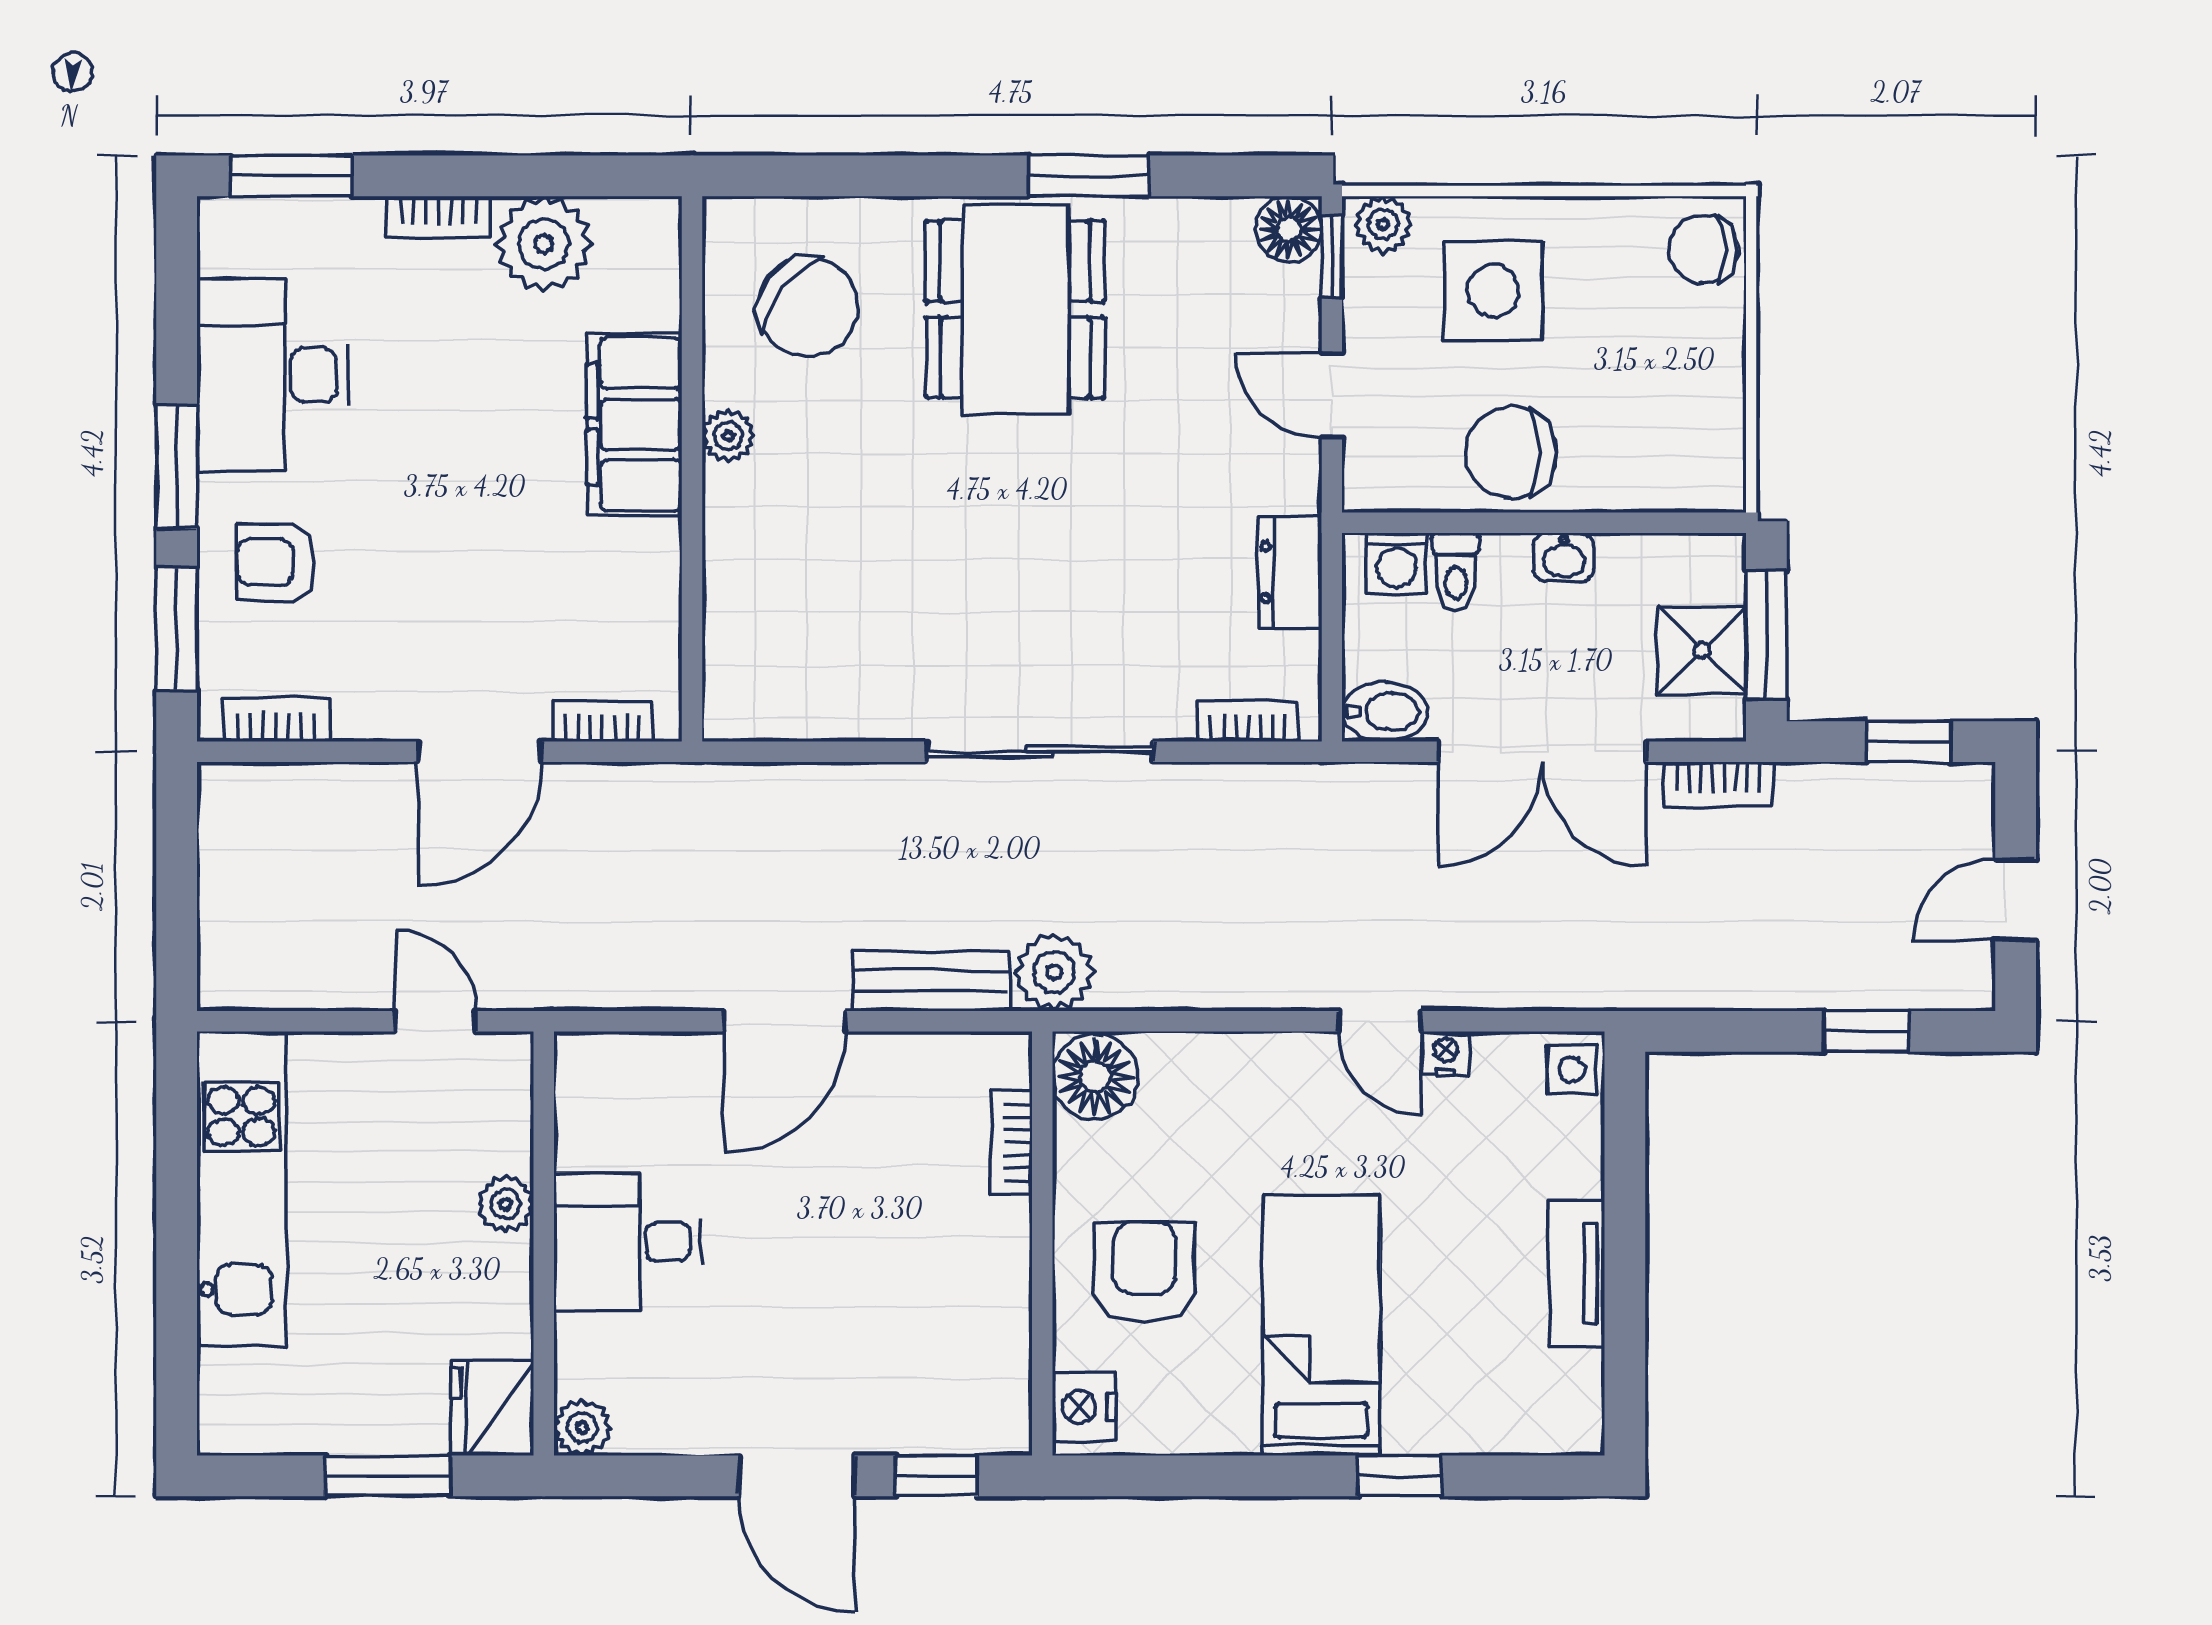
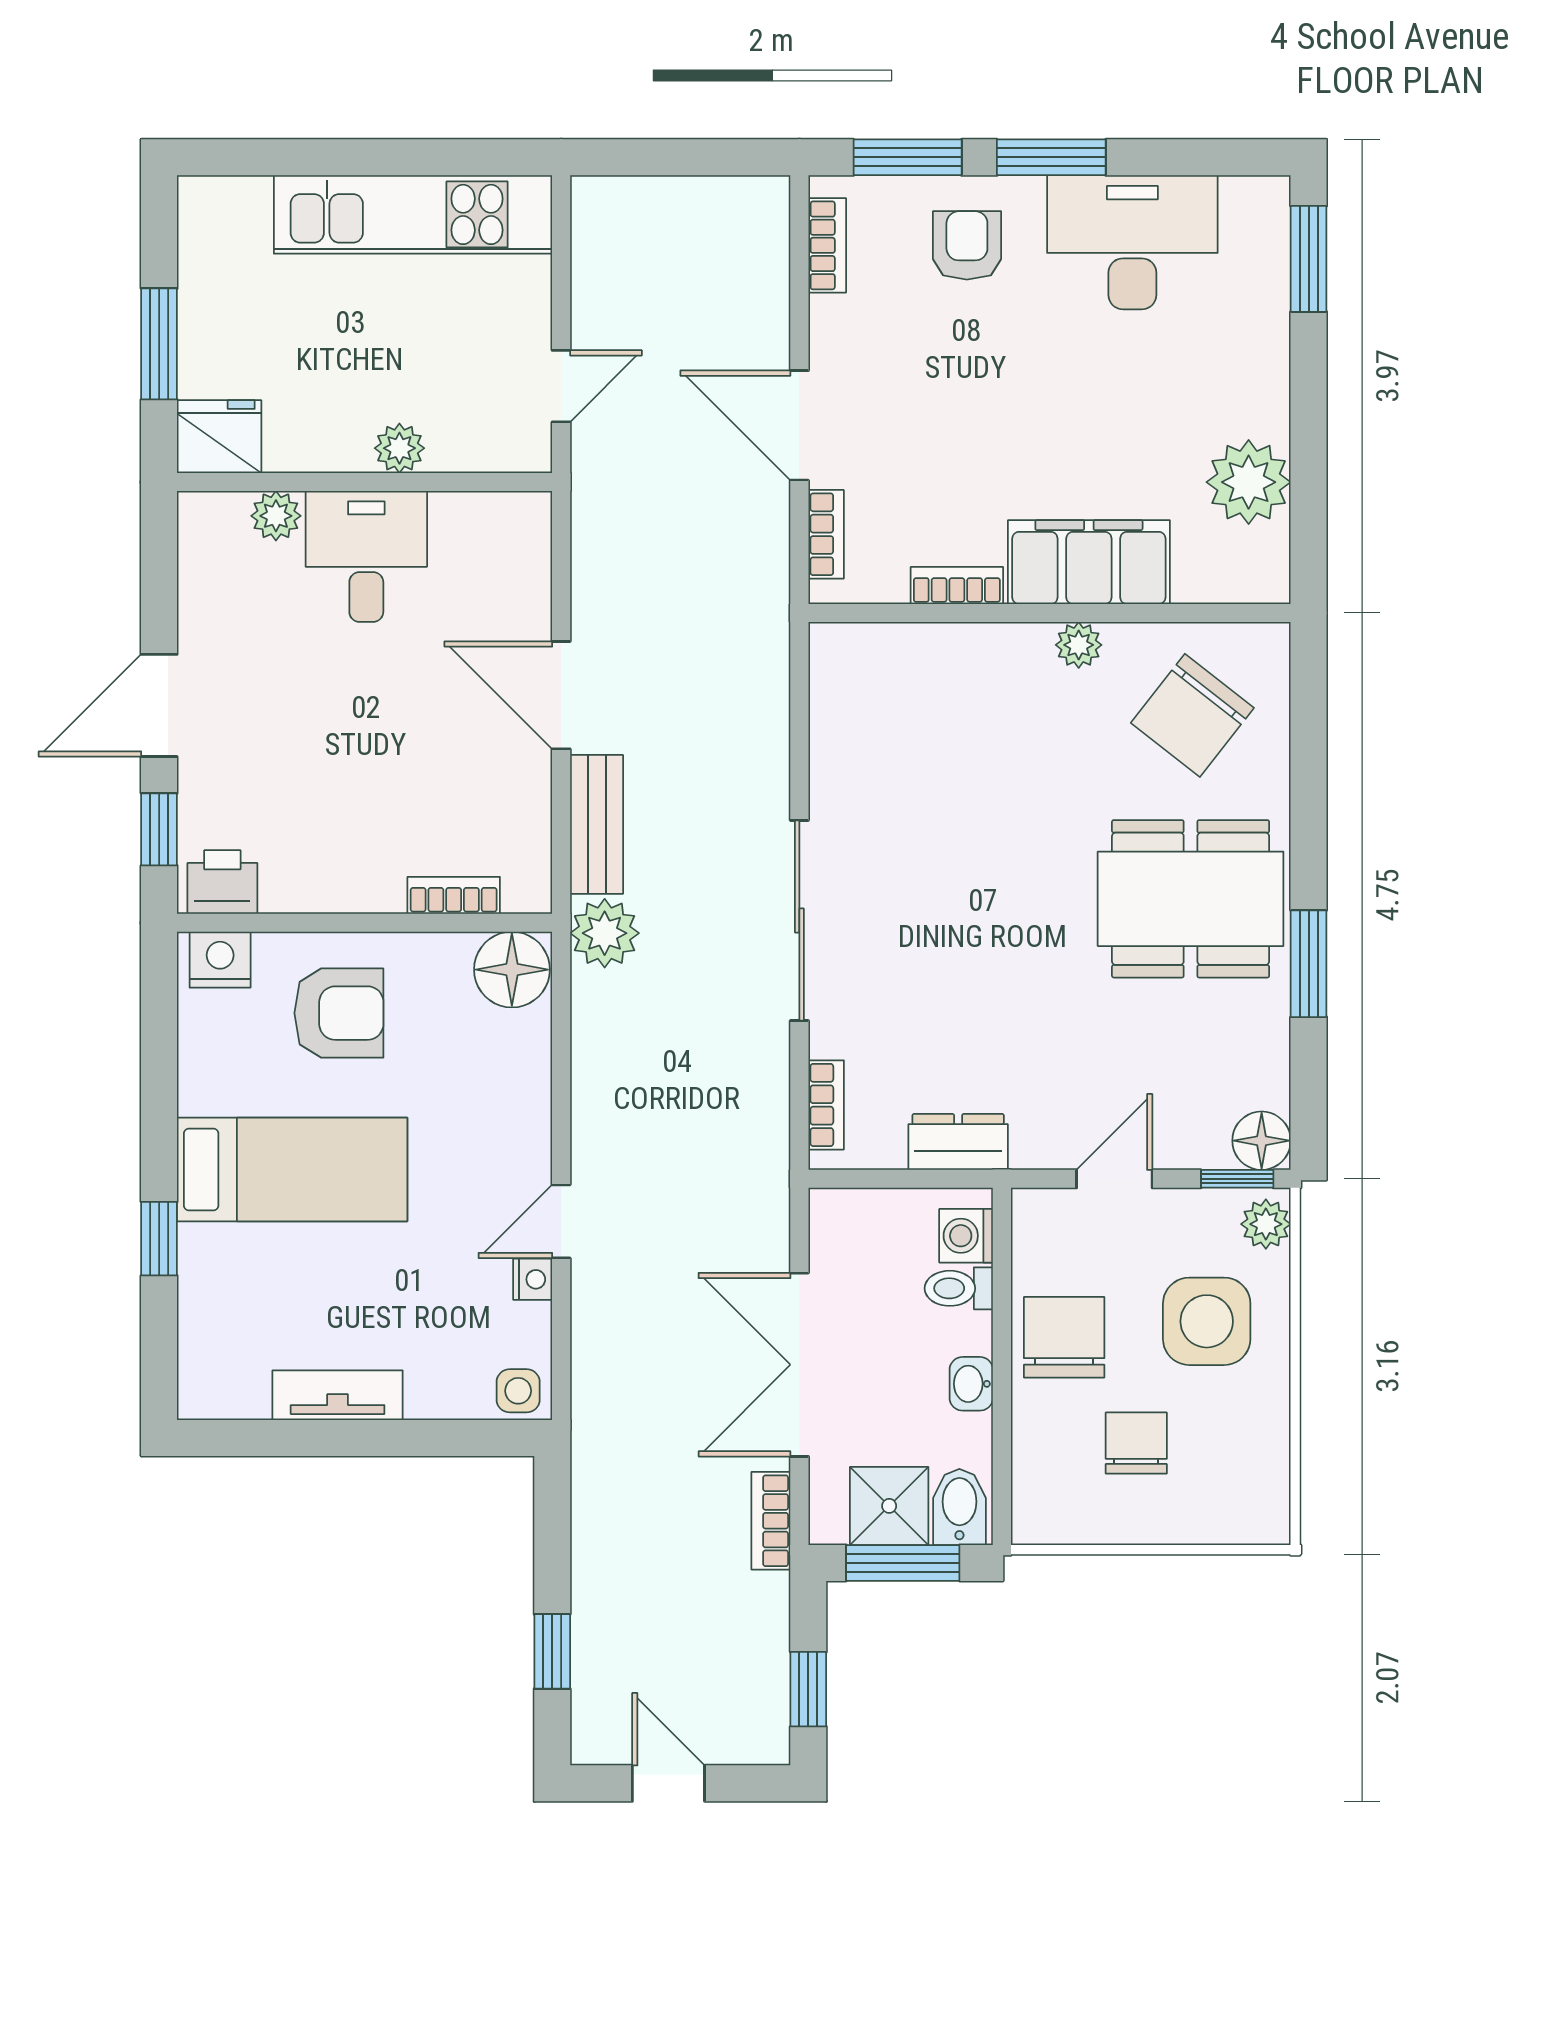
bookcase: (438, 217) -> (957, 586), moved, turned 90
chair: (1703, 249) -> (1136, 1443), moved
bidet: (1385, 712) -> (959, 1507), moved, turned 180
printer: (996, 1404) -> (222, 882), added
plant: (582, 1428) -> (276, 516), moved

